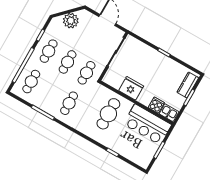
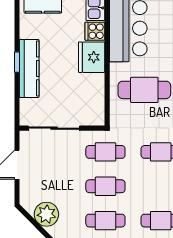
kitchen counter: (157, 57) -> (29, 68), added
fridge: (131, 88) -> (92, 57), moved

